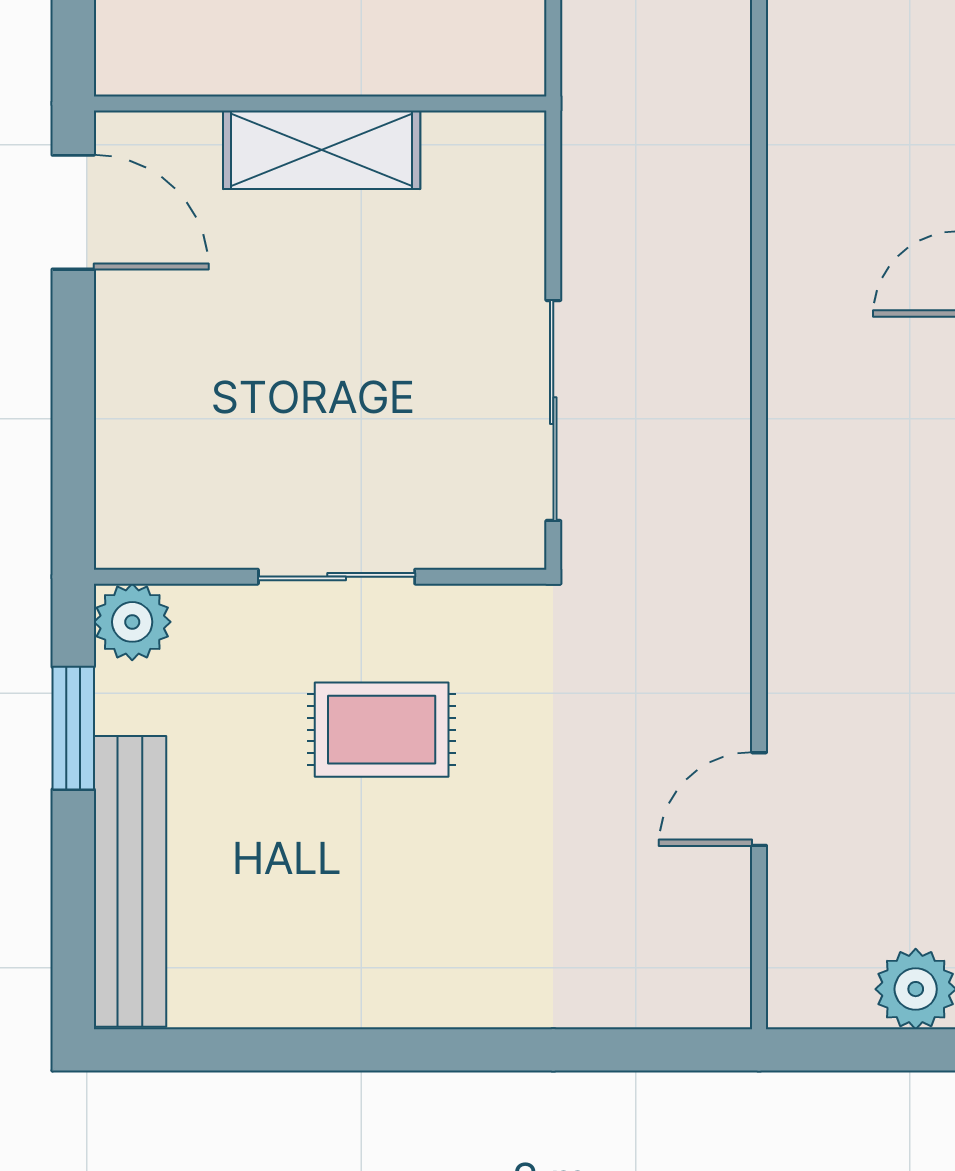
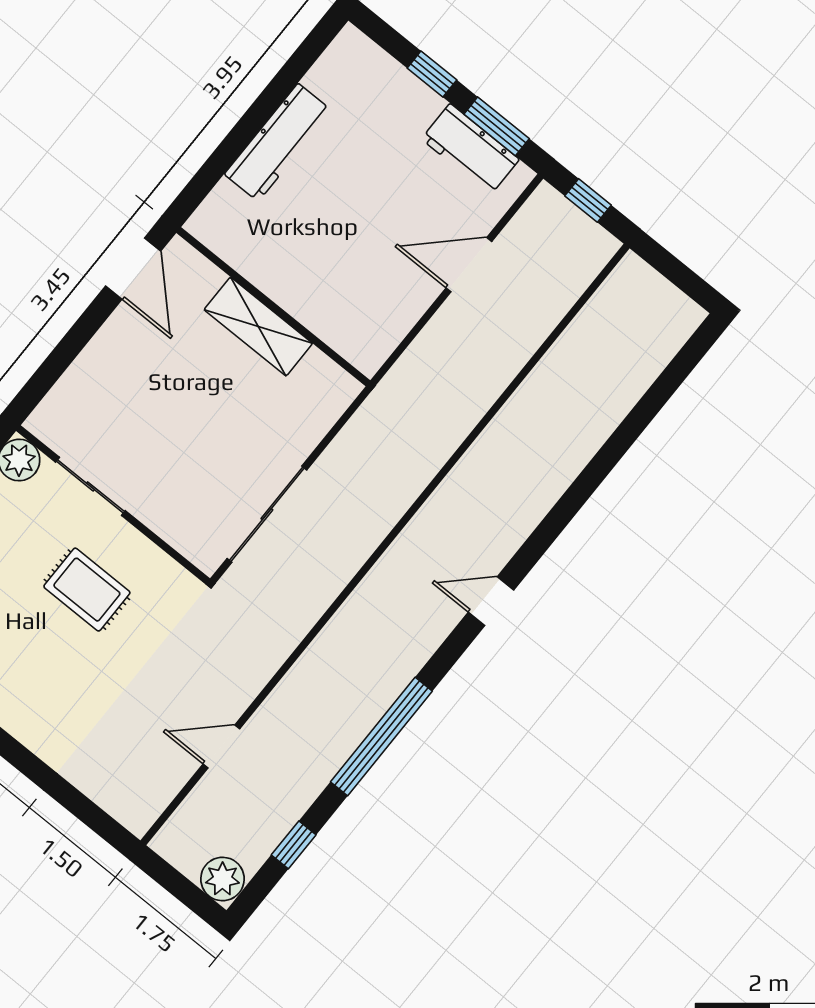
sliding door: (337, 577) -> (90, 486), moved

